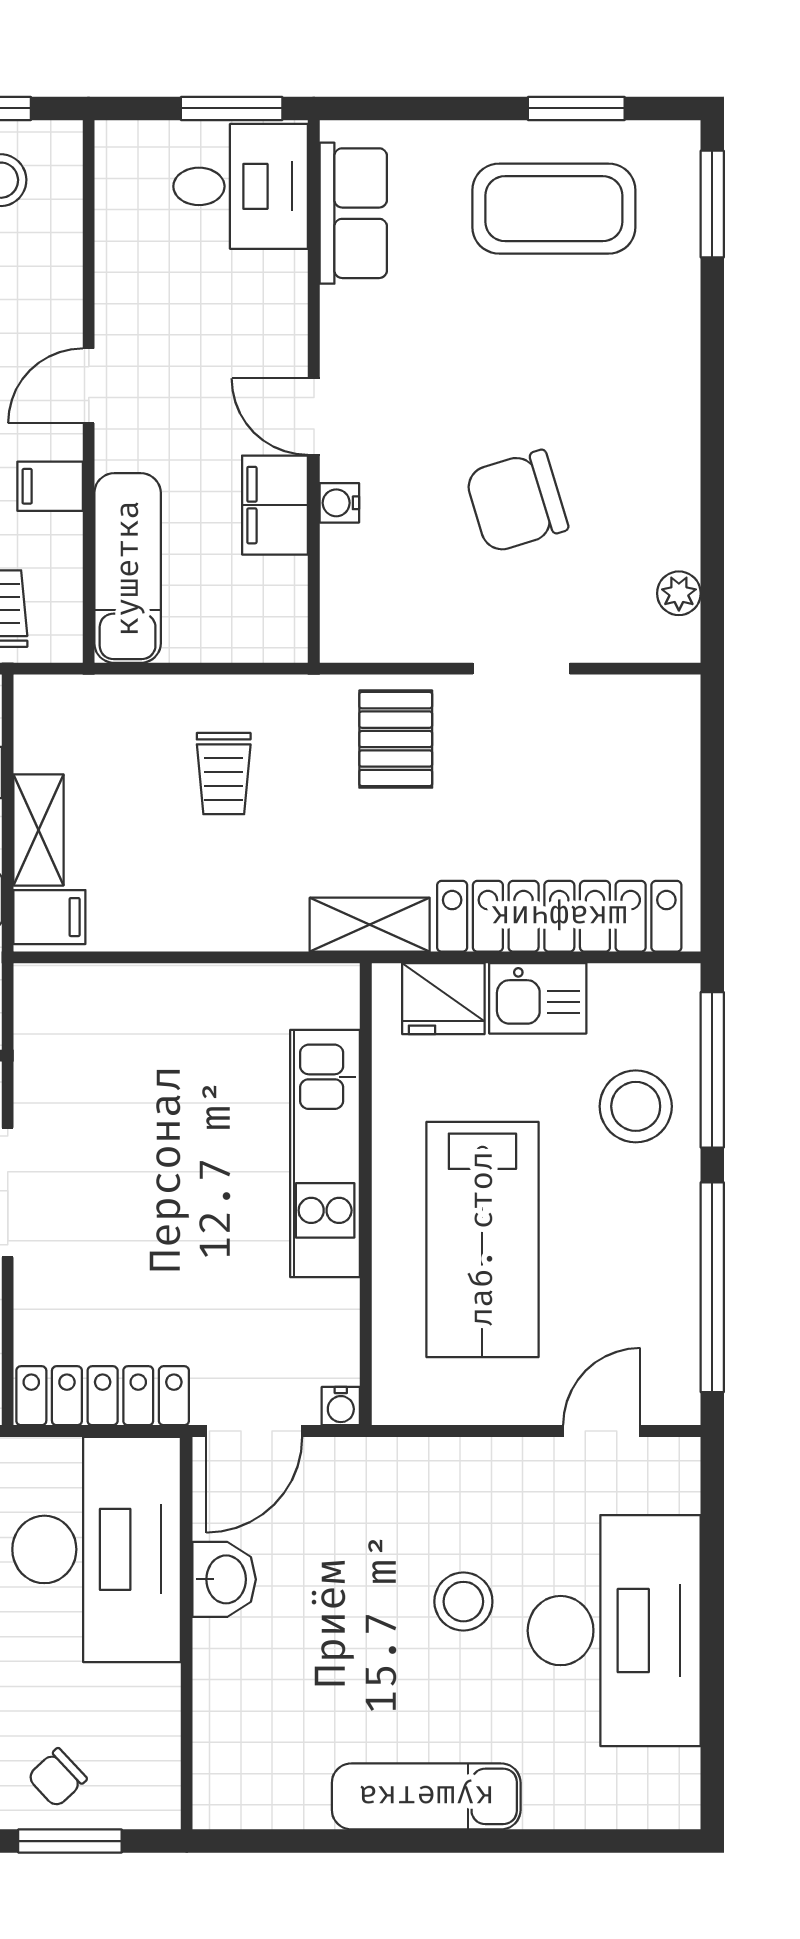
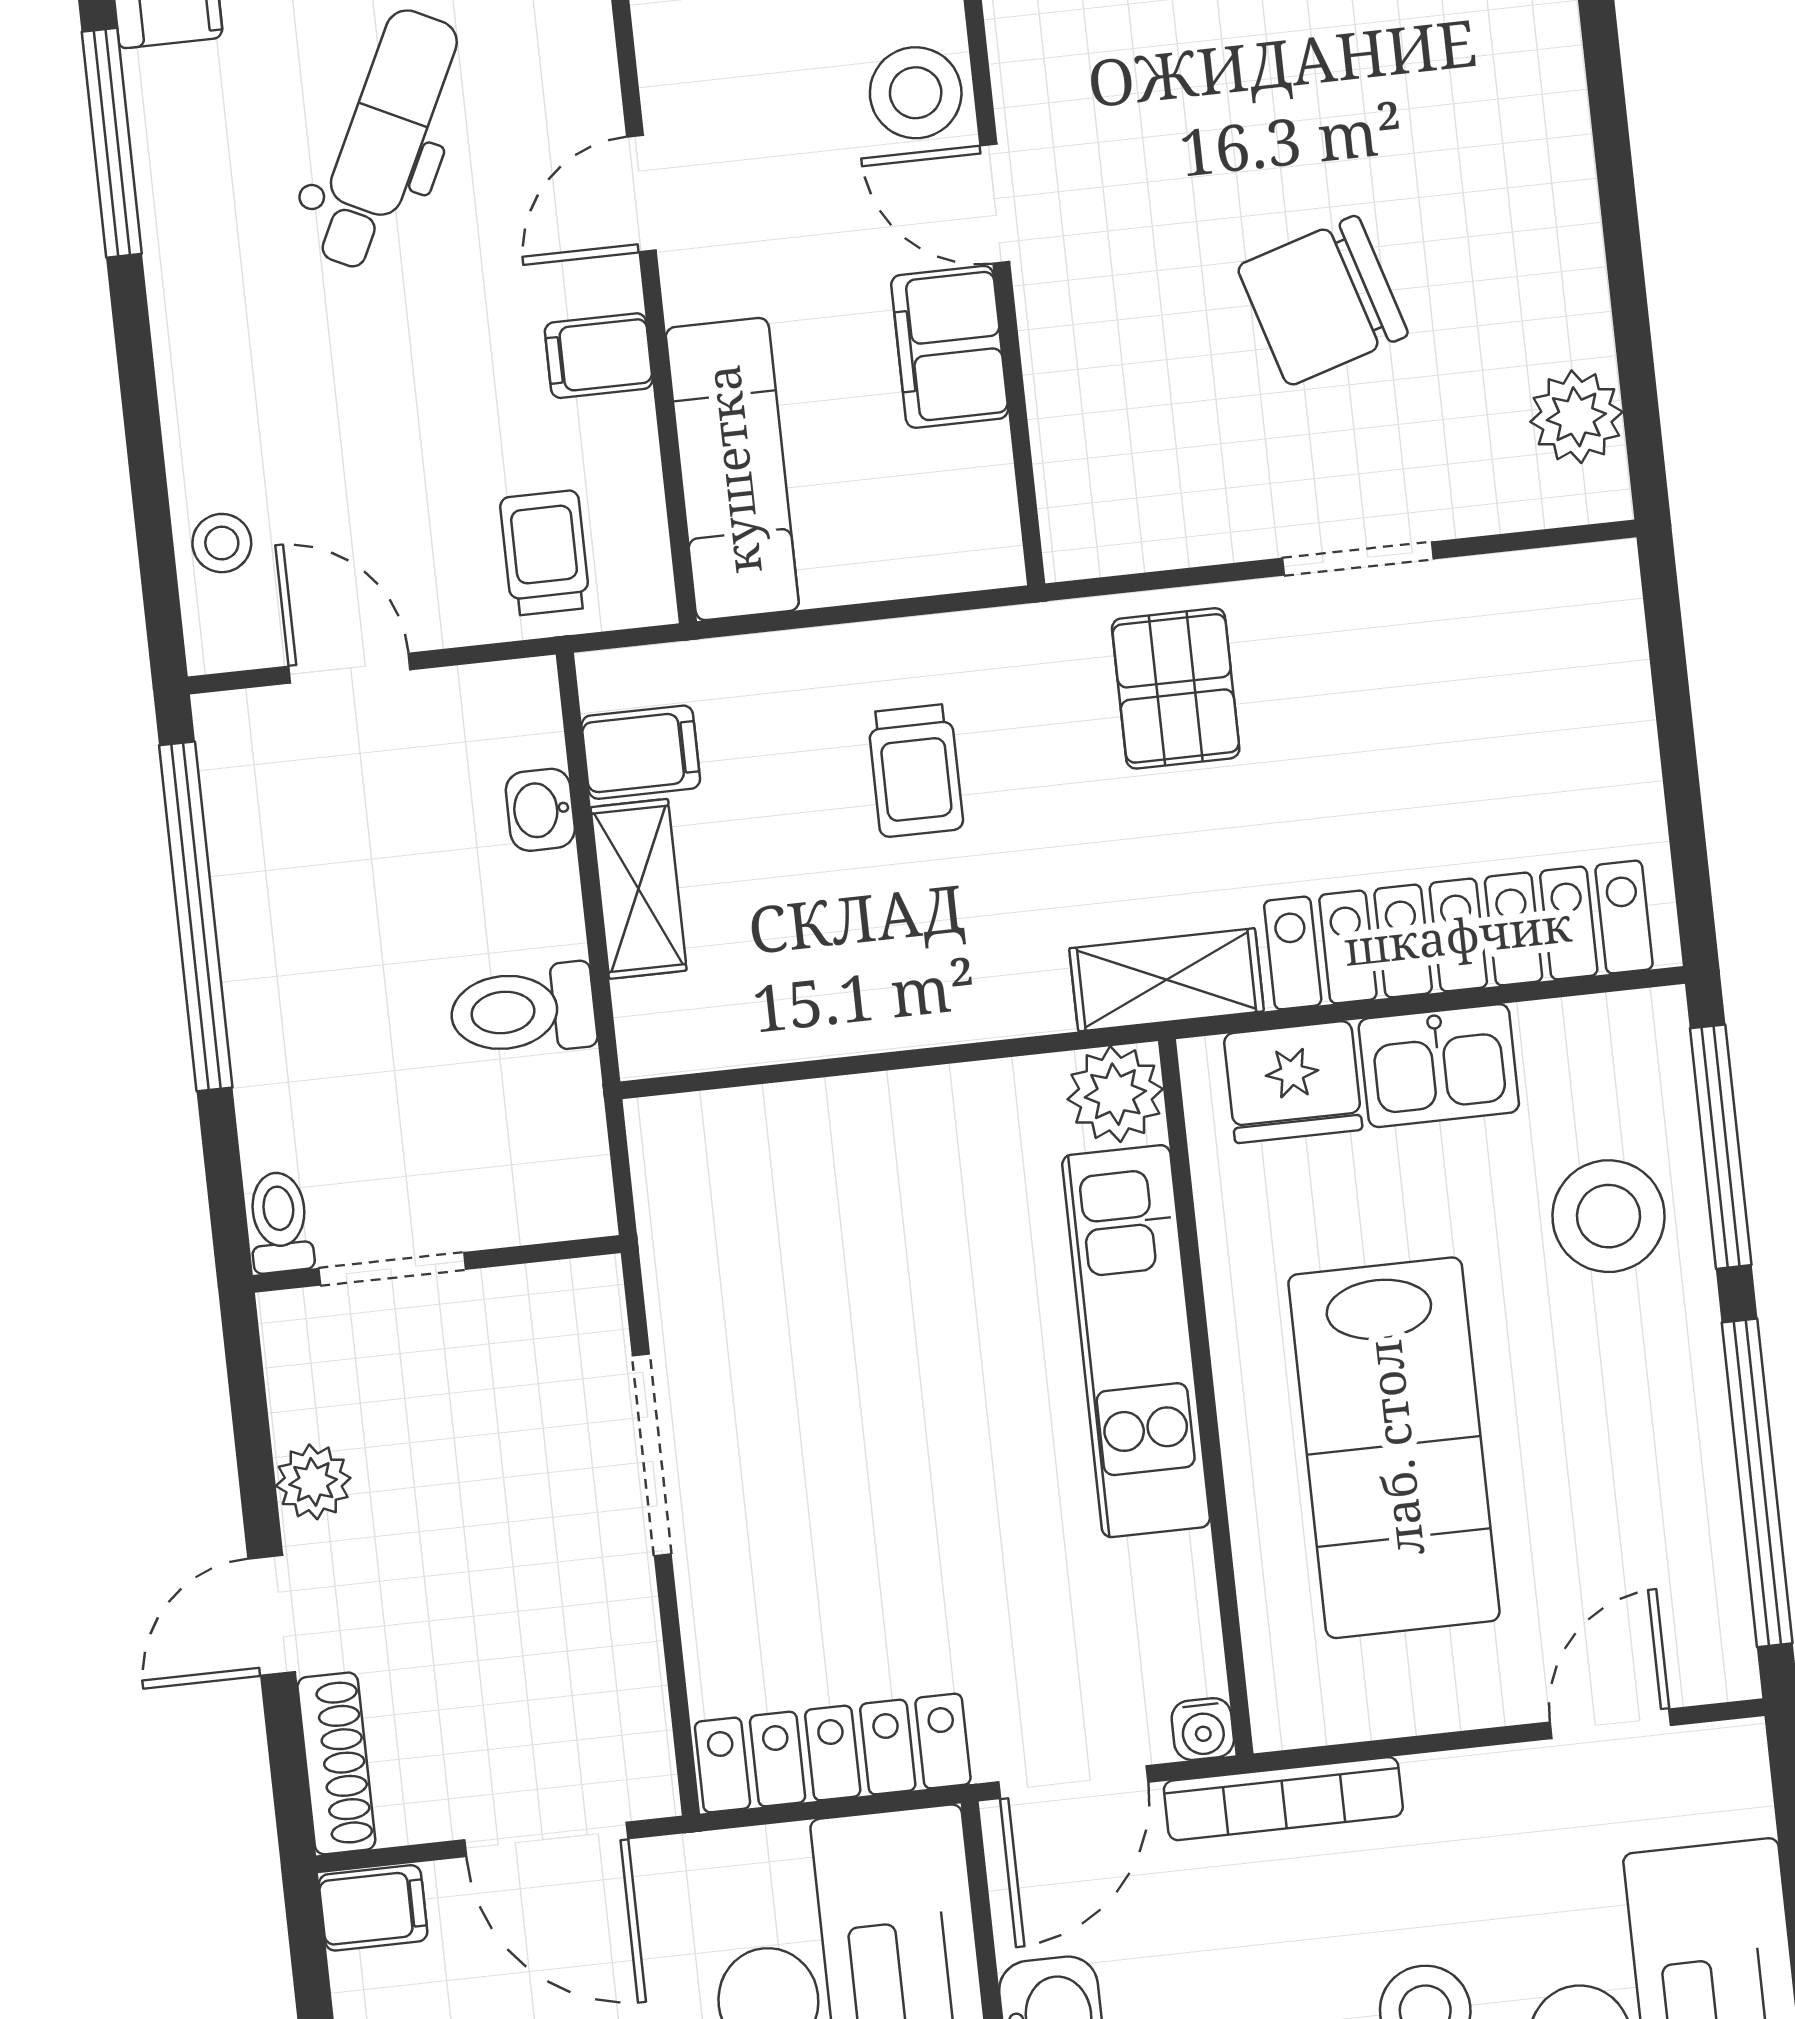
stool: (271, 340) -> (916, 93), added
water cooler: (339, 503) -> (1049, 333), removed
plant: (679, 593) -> (1576, 417), width x1.38, depth x1.38
filing cabinet: (49, 917) -> (641, 752), moved
plant: (329, 994) -> (1115, 1094), added
bookcase: (387, 1456) -> (1283, 1799), added

